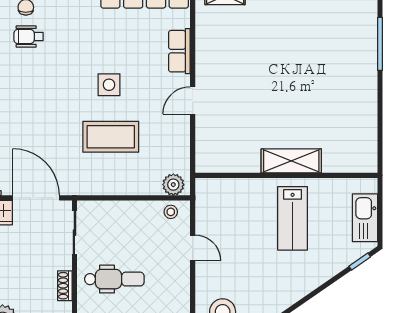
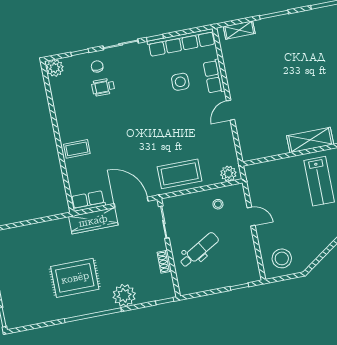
side table: (109, 85) -> (180, 82), moved
coffee table: (111, 137) -> (180, 174), moved
stool: (171, 212) -> (218, 204), moved
dental chair: (114, 279) -> (199, 250), turned -30

